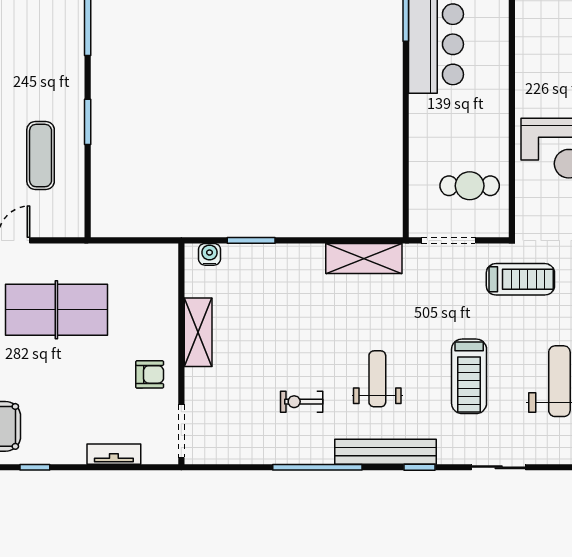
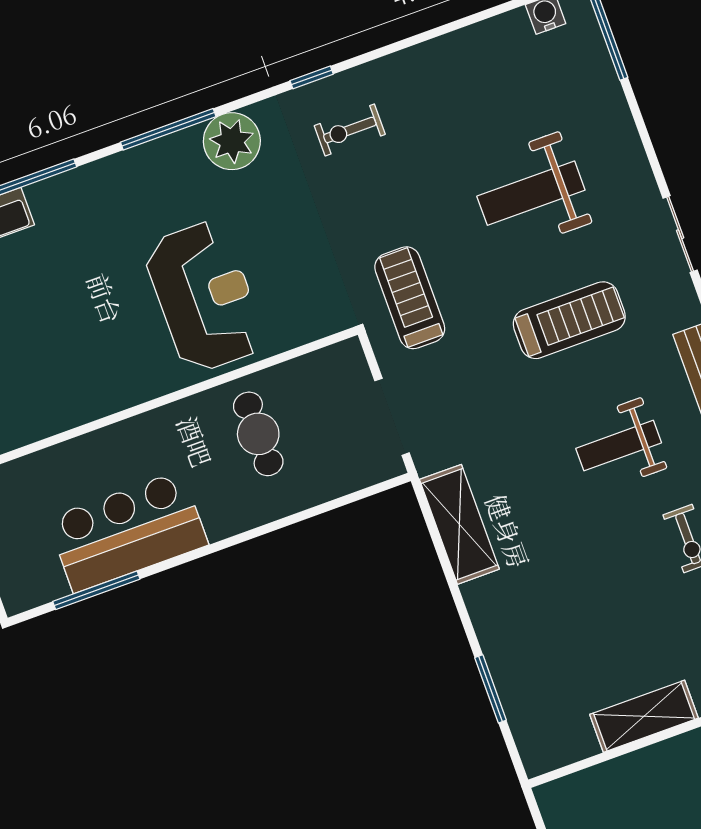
cafe table: (470, 186) -> (258, 434), moved
water cooler: (209, 254) -> (531, 739), removed

